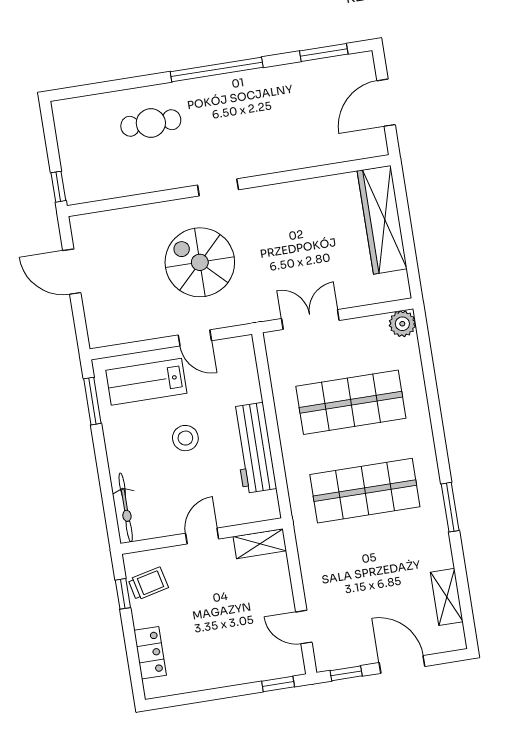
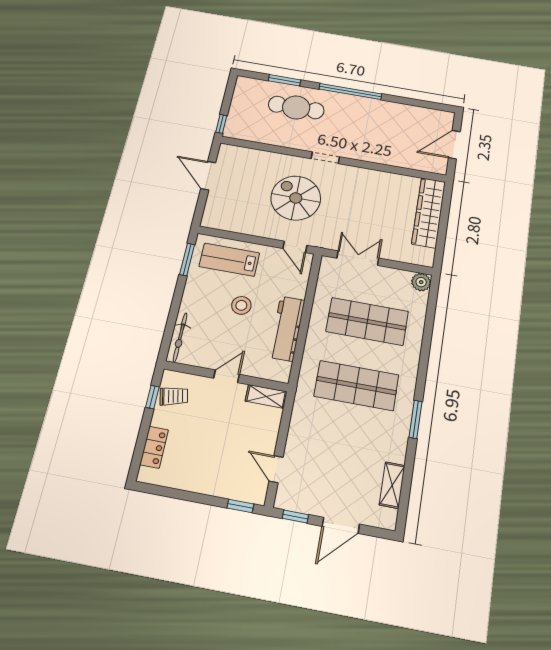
window: (324, 53) -> (285, 80), moved
cafe table: (151, 123) -> (296, 107), width x1.37, depth x1.35
door: (195, 338) -> (295, 247), moved
door: (402, 664) -> (341, 525), swing flipped

